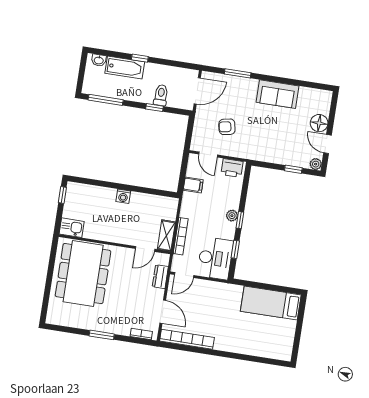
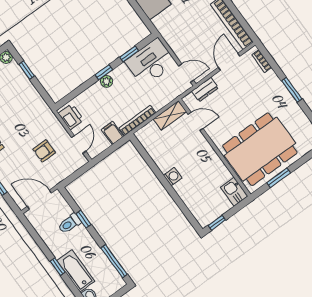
armchair: (227, 127) -> (44, 151), turned 101
bookcase: (181, 236) -> (137, 120), moved
window: (51, 267) -> (279, 178), added

